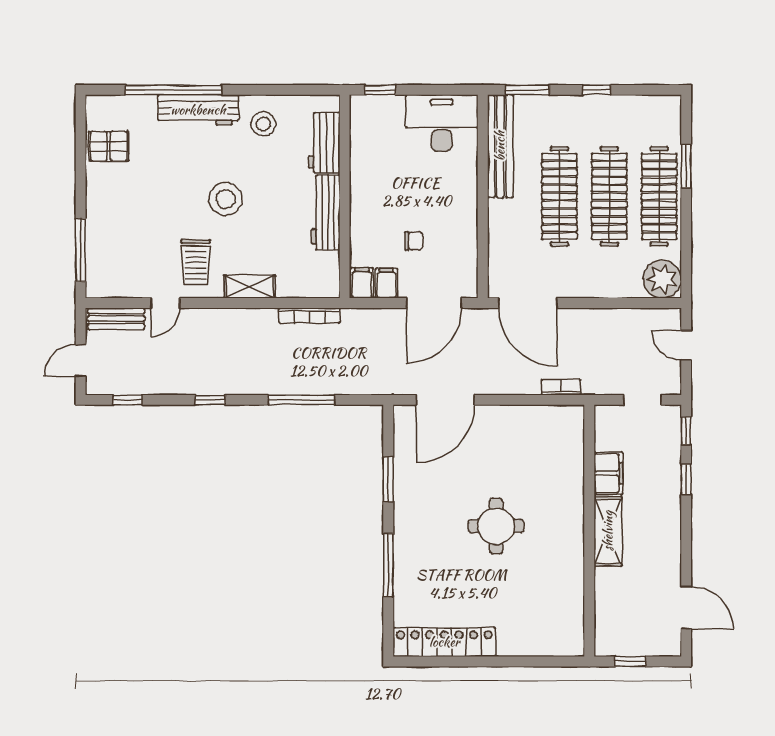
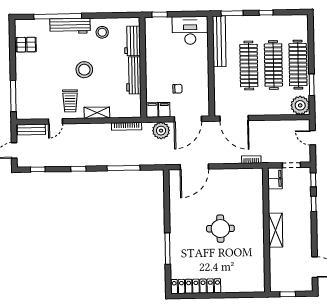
window: (686, 166) -> (312, 85), moved
plant: (379, 325) -> (161, 131), added
filing cabinet: (608, 473) -> (275, 178), moved
window: (388, 479) -> (167, 206), removed

